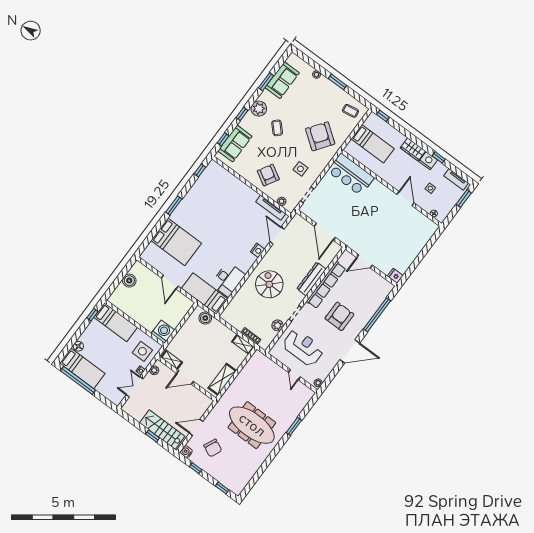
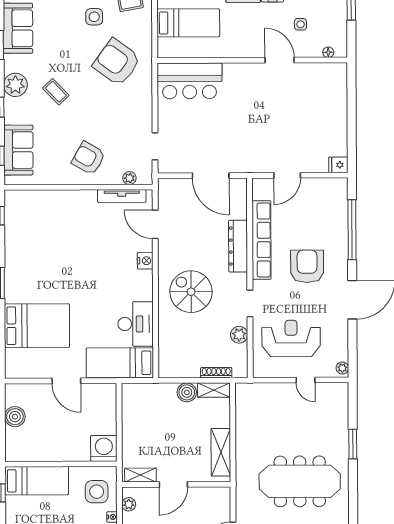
side table: (300, 169) -> (94, 17), moved
boiler: (205, 318) -> (187, 392), moved

